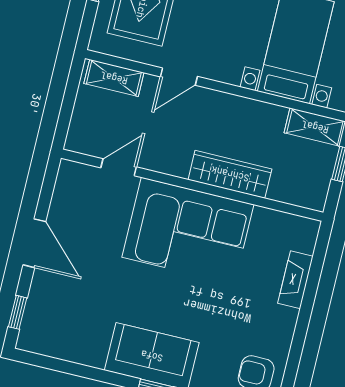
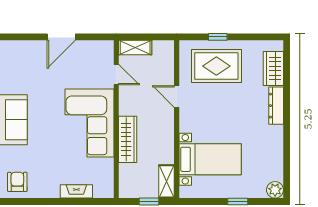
shelving: (114, 78) -> (135, 47), moved, turned 90
window: (18, 312) -> (19, 37), removed

